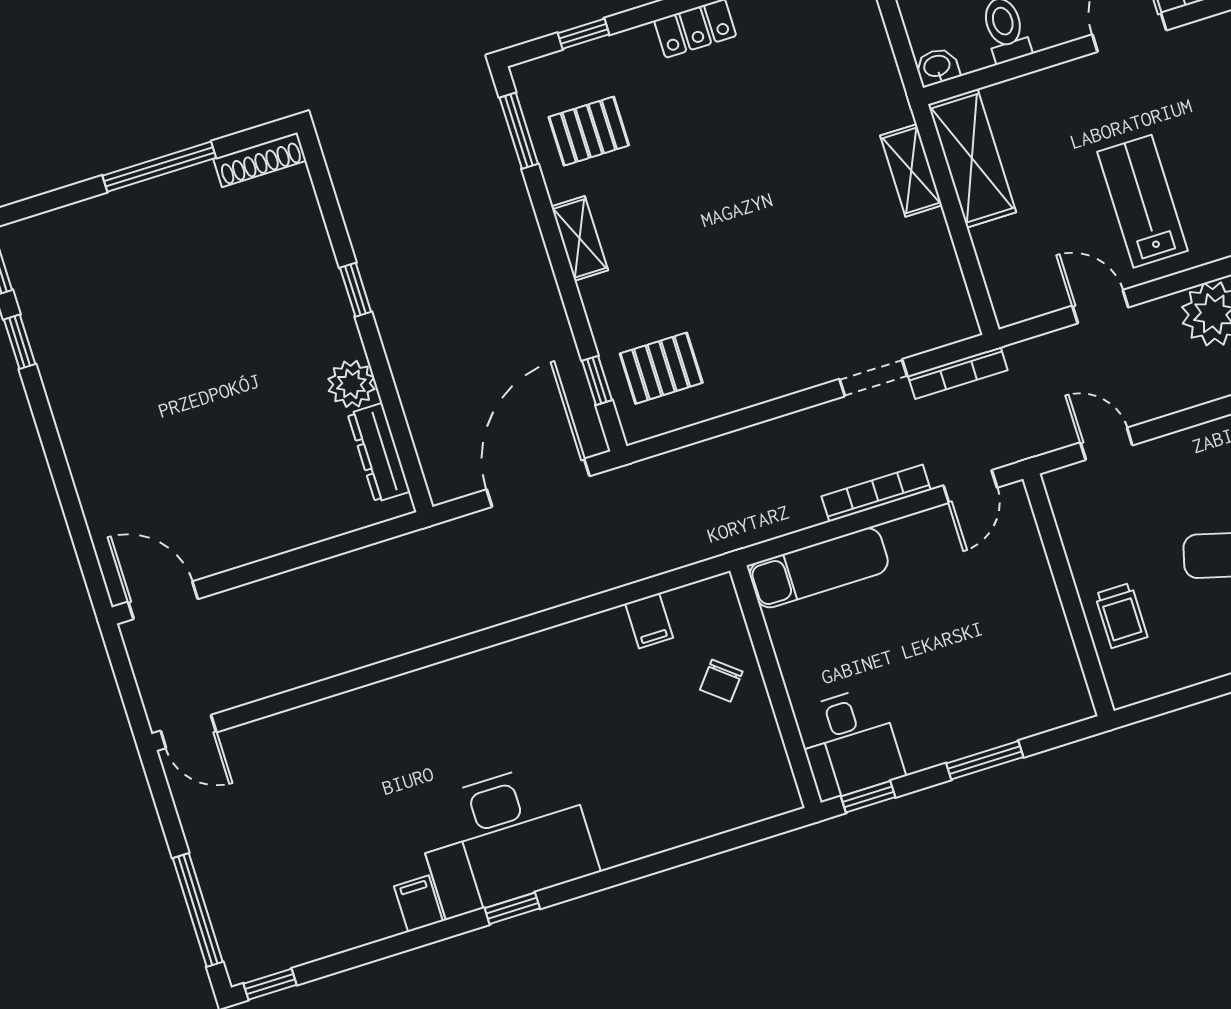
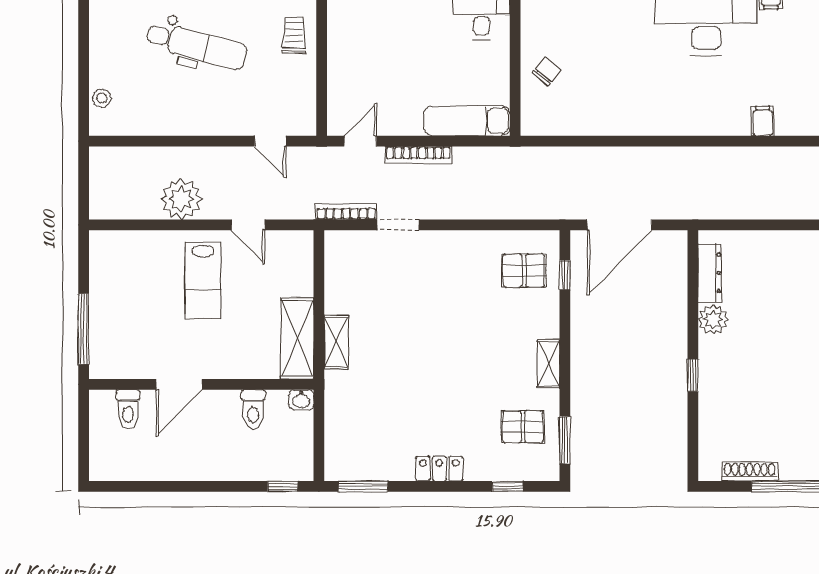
shoe rack: (260, 160) -> (750, 472), moved
filing cabinet: (649, 621) -> (763, 121), moved

